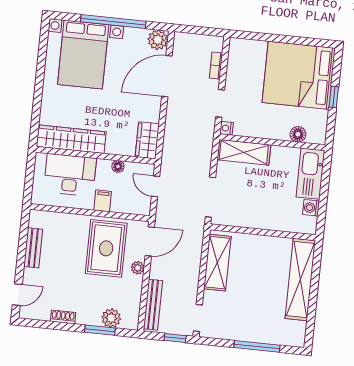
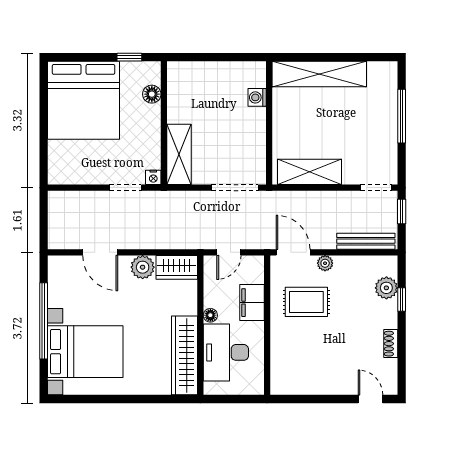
plant: (158, 40) -> (143, 267), moved
bookcase: (216, 66) -> (82, 197), removed
door: (167, 76) -> (100, 252), width x0.73
window: (334, 97) -> (129, 57), moved
floor lamp: (118, 166) -> (210, 315), moved
kitchen sink: (310, 174) -> (196, 75), removed
filing cabinet: (103, 201) -> (252, 303), width x2.00
washing machine: (311, 208) -> (257, 97), moved, turned 90
bench: (33, 248) -> (314, 386), removed
rug: (106, 248) -> (306, 302), width x0.73, depth x0.70
window: (100, 330) -> (402, 299), width x0.67

